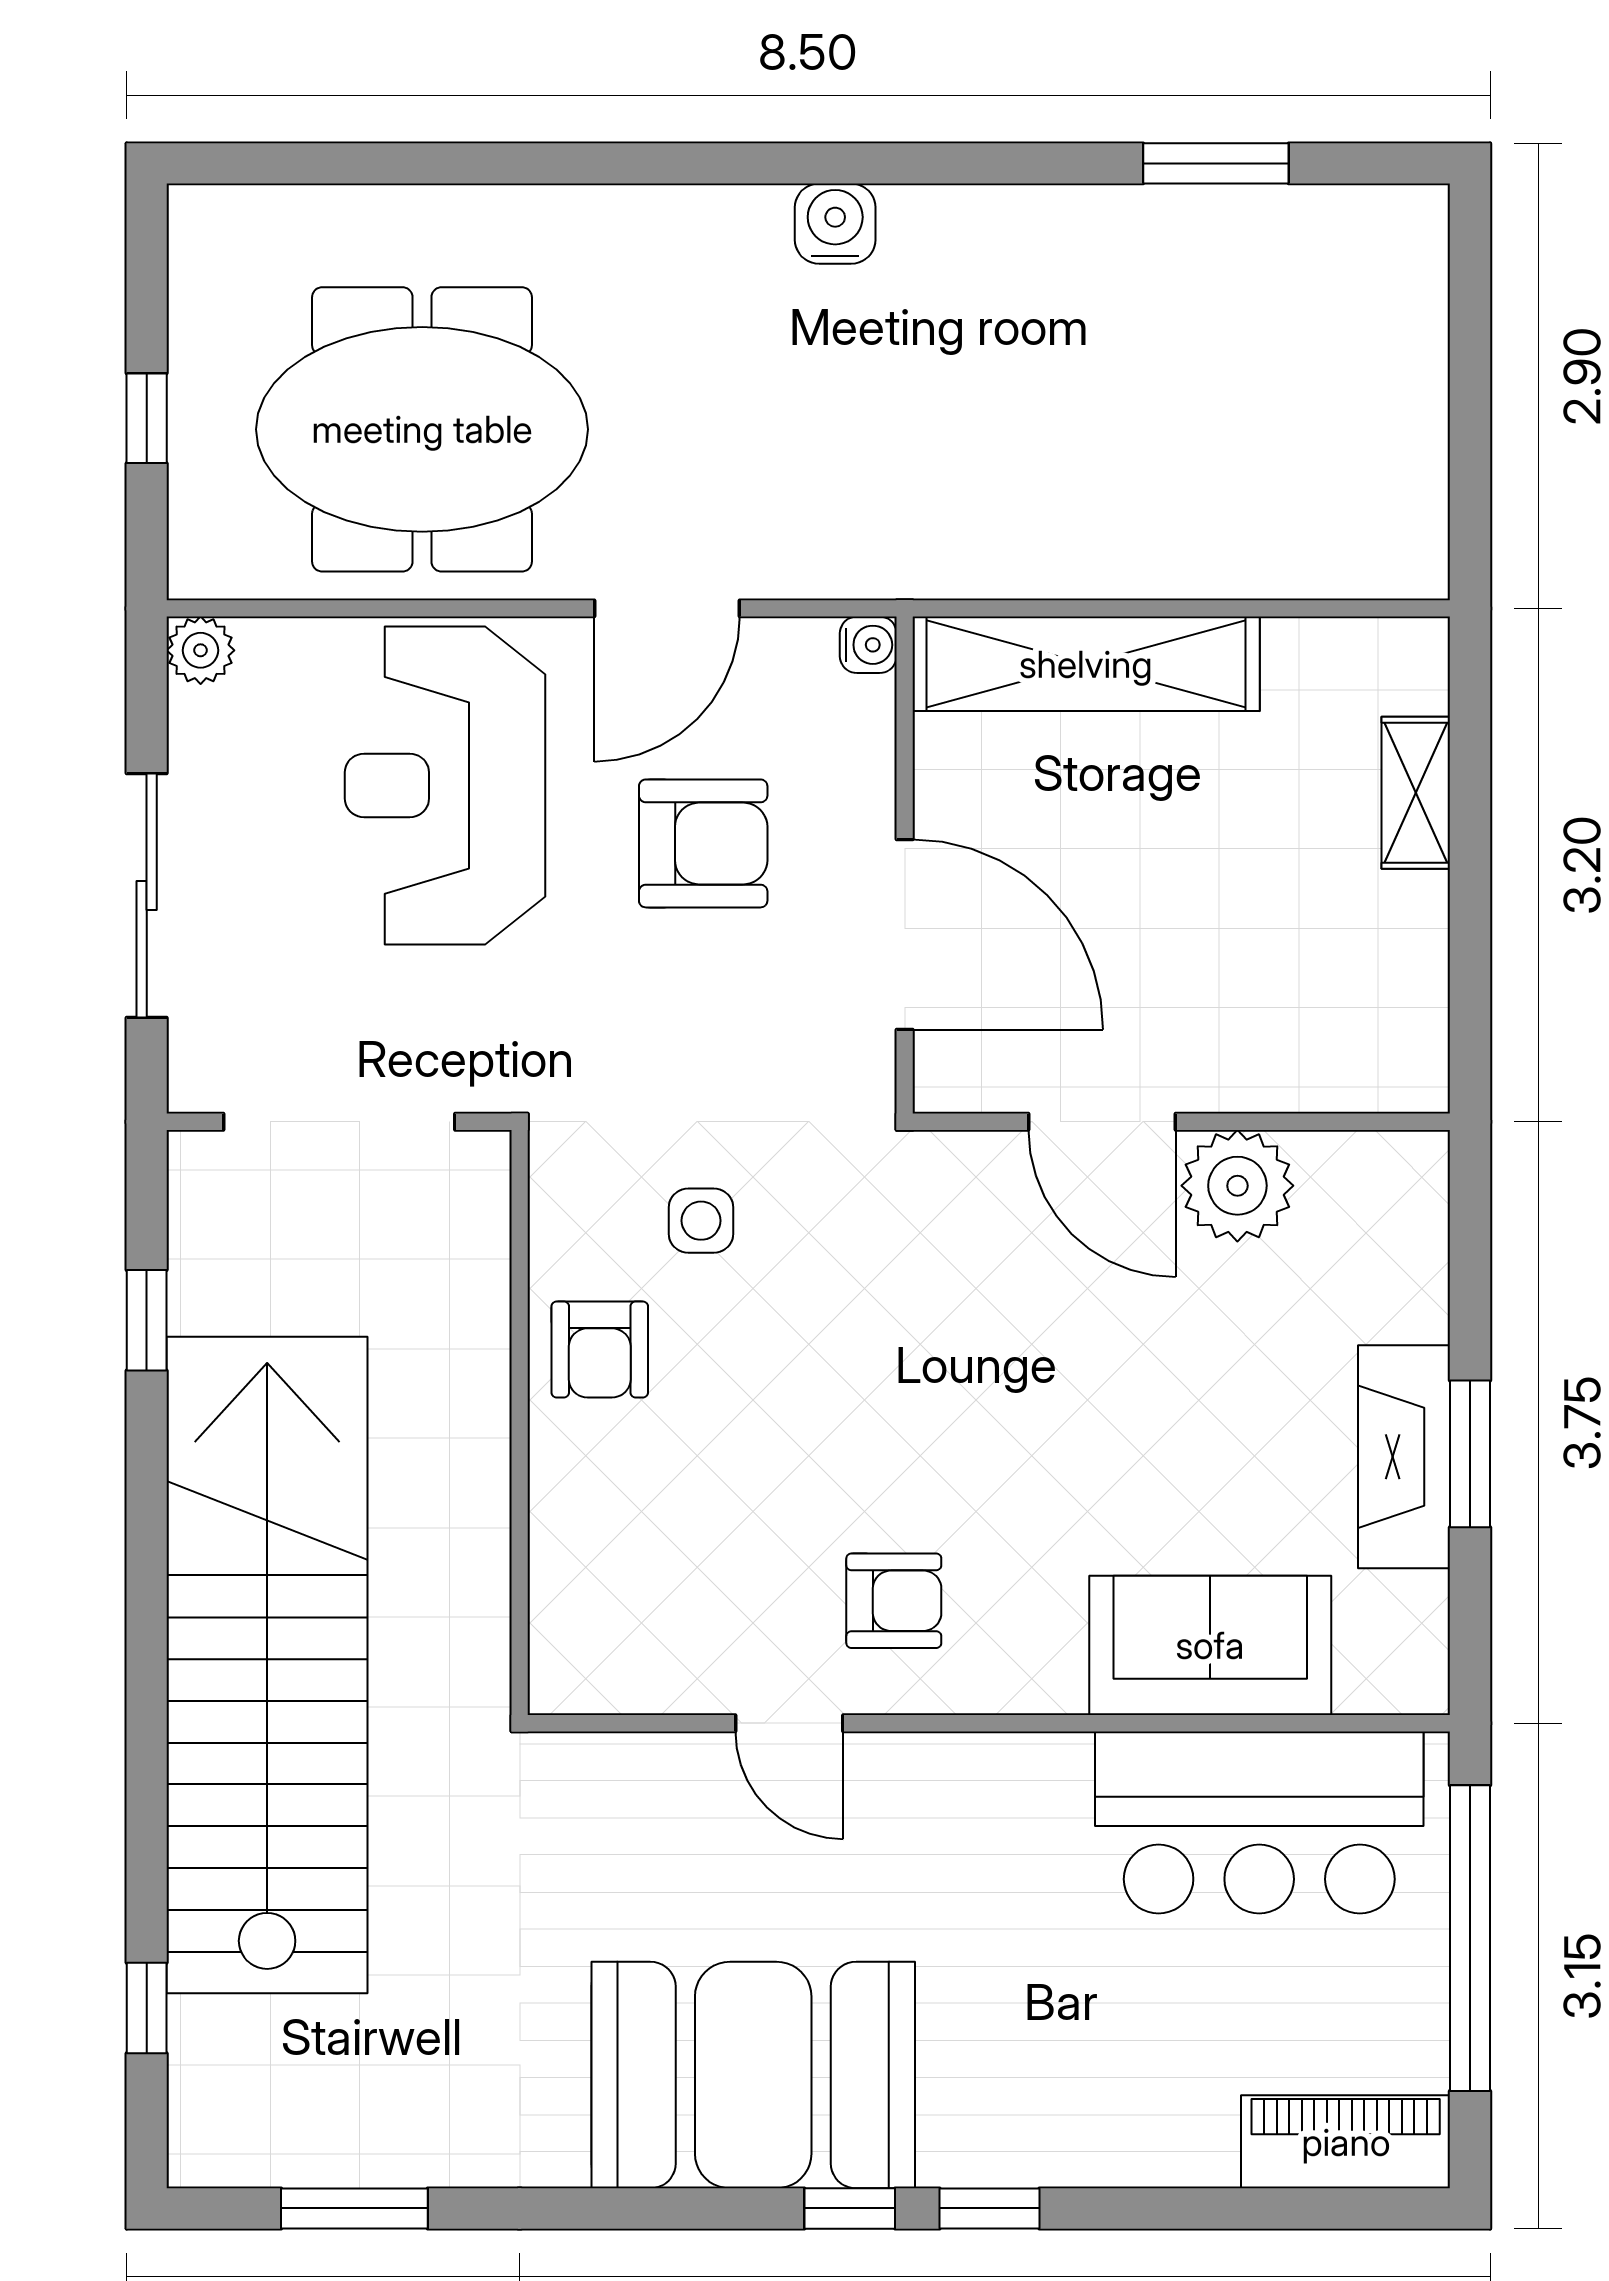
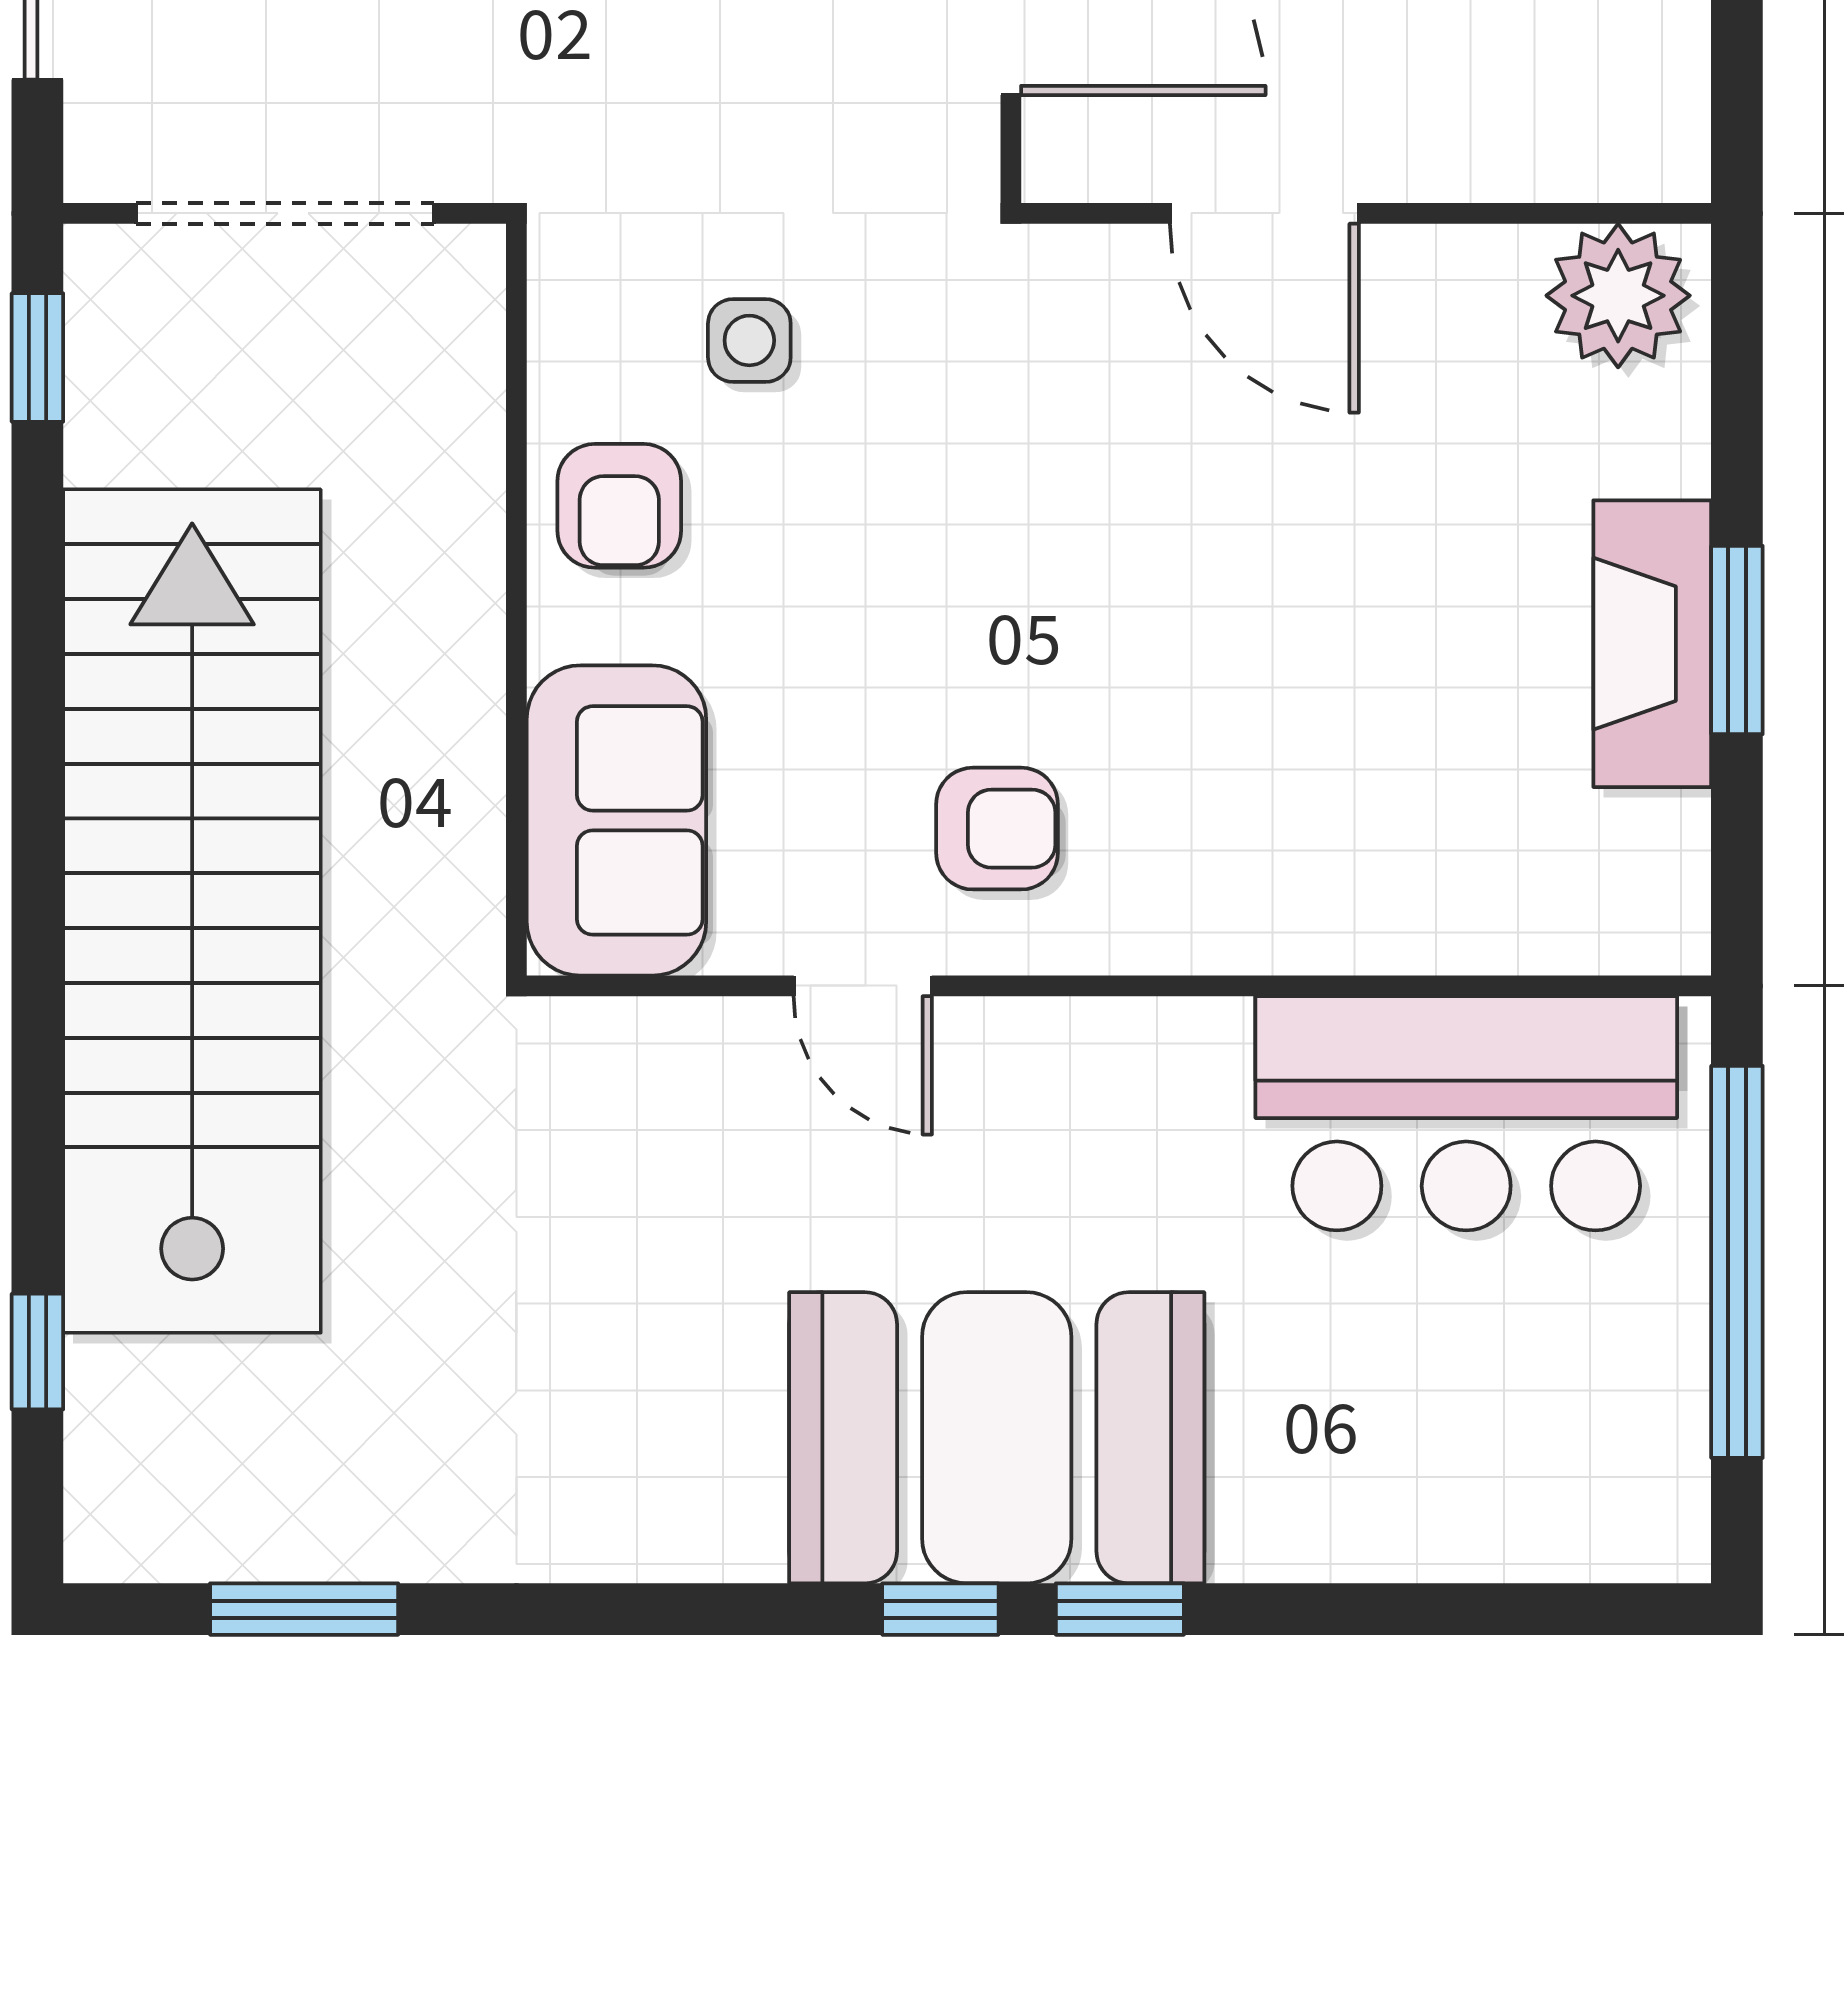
plant: (1237, 1186) -> (1618, 296), moved
window: (147, 1320) -> (37, 357), moved
sofa: (1210, 1645) -> (616, 820), moved, turned 90
booth: (753, 2075) -> (997, 1438), moved
piano: (1346, 2142) -> (1577, 1523), removed

